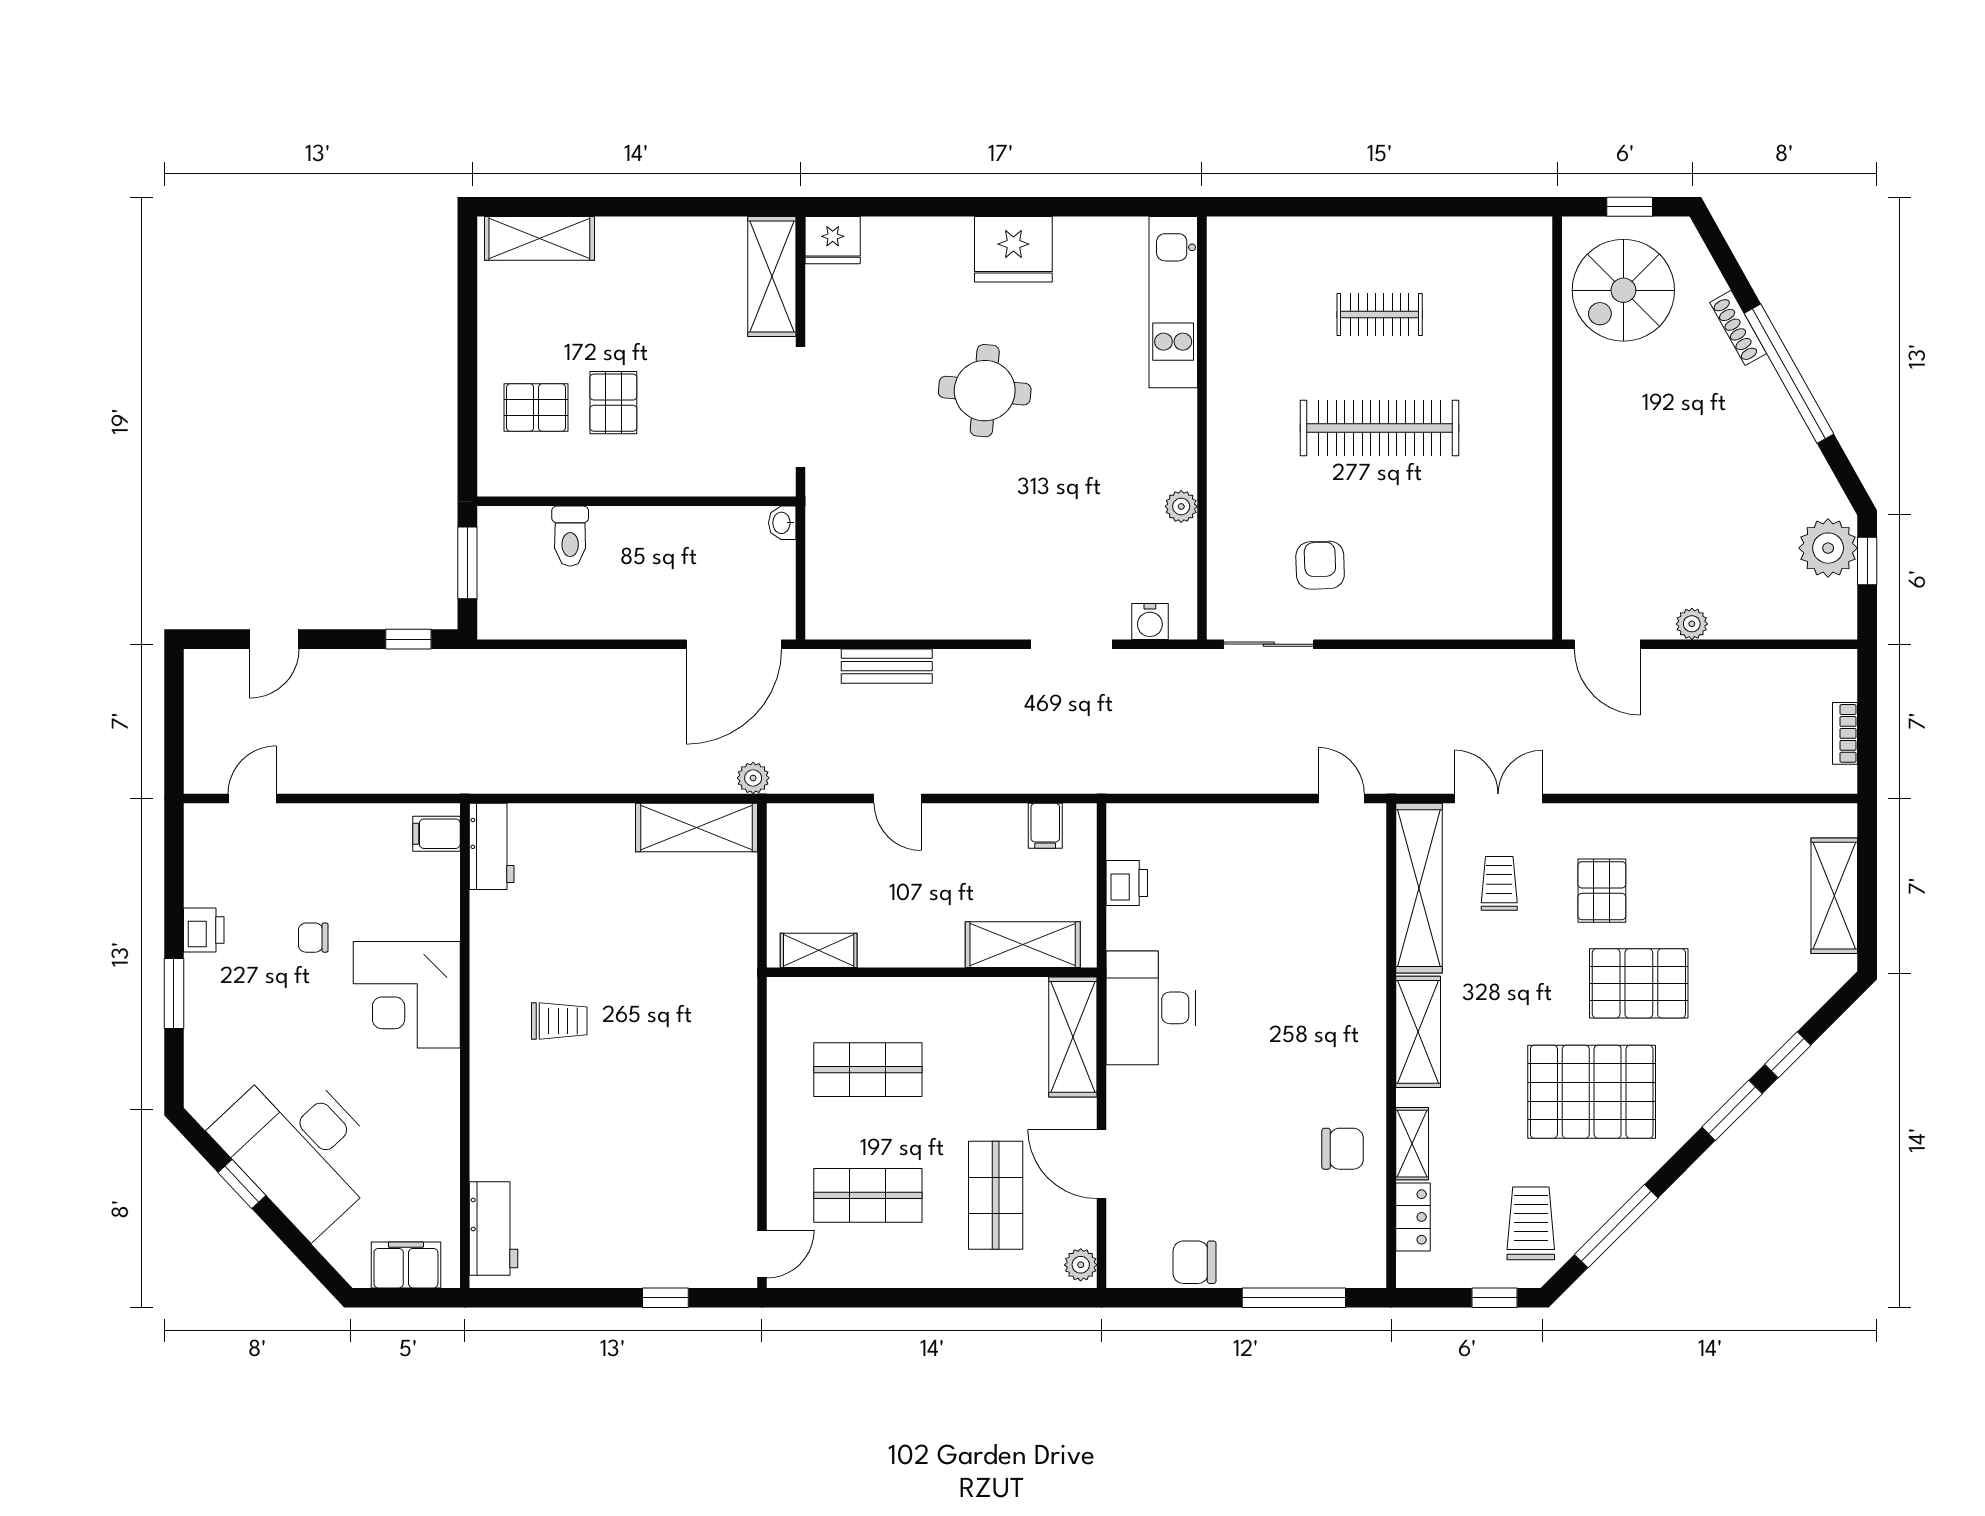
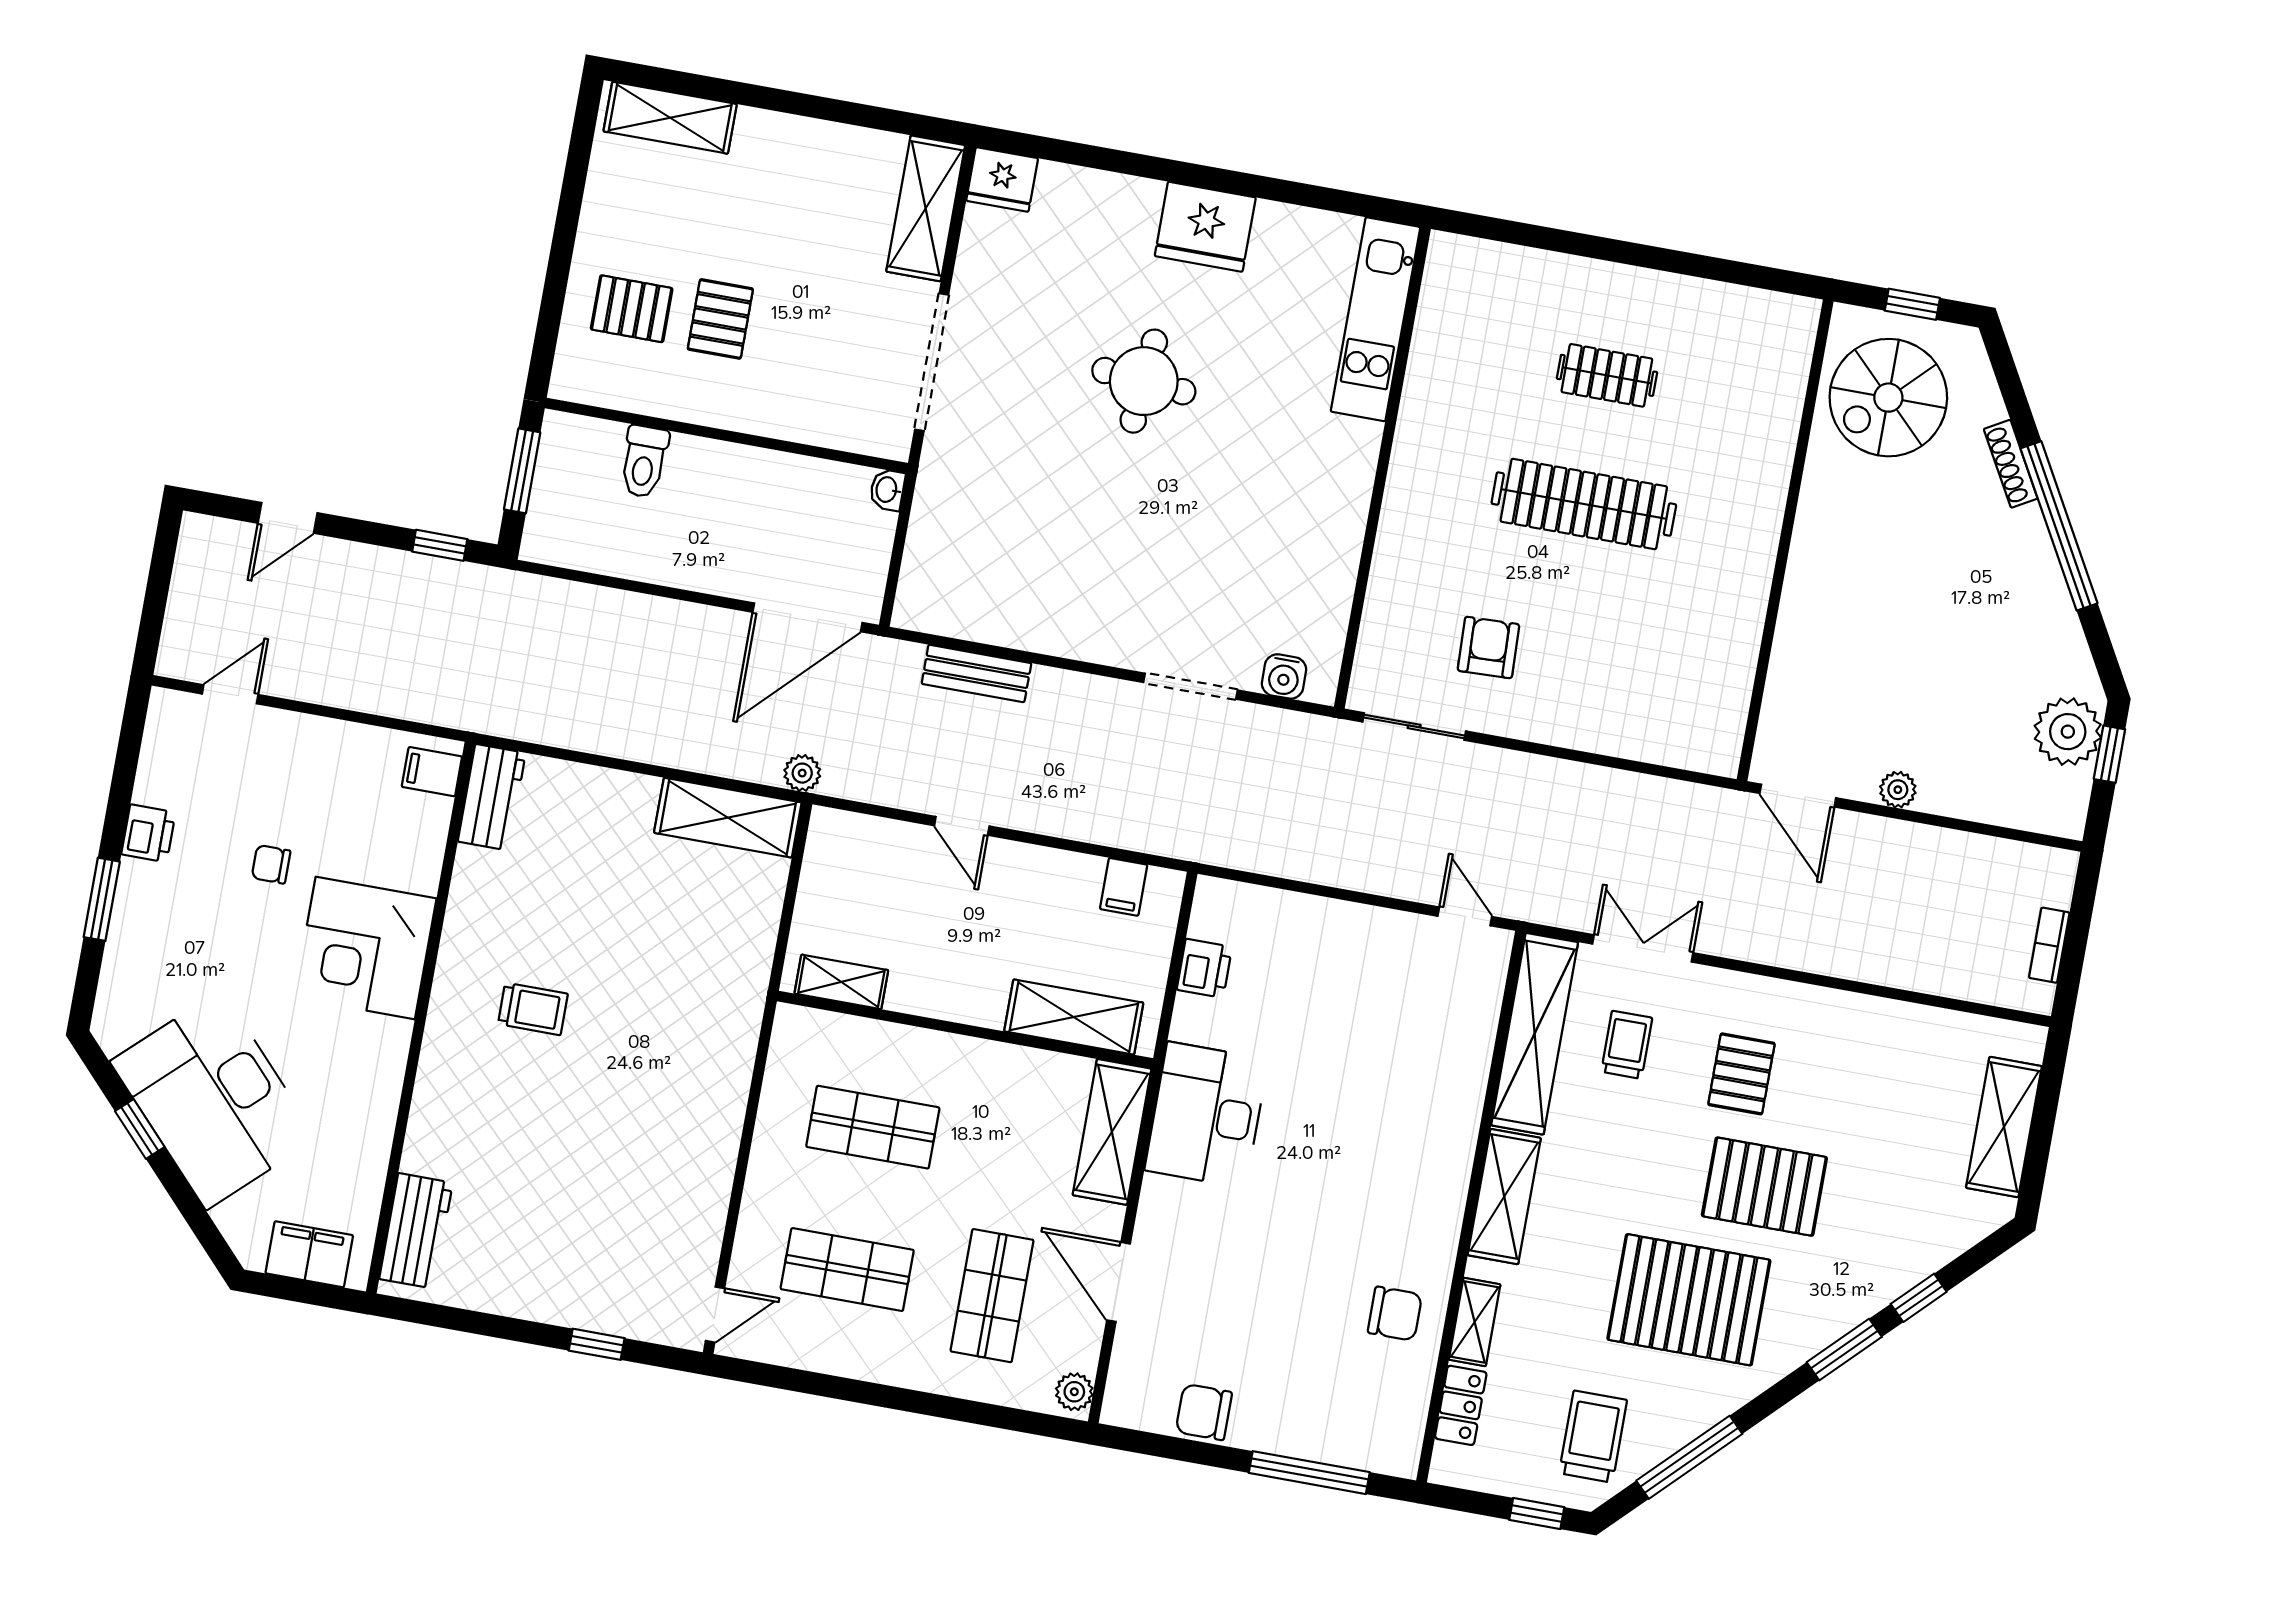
plant: (1181, 506) -> (1343, 553), removed

